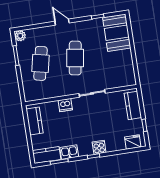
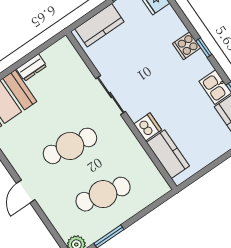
dresser: (128, 58) -> (32, 67), added
kitchen counter: (35, 121) -> (168, 154), moved, turned 90

